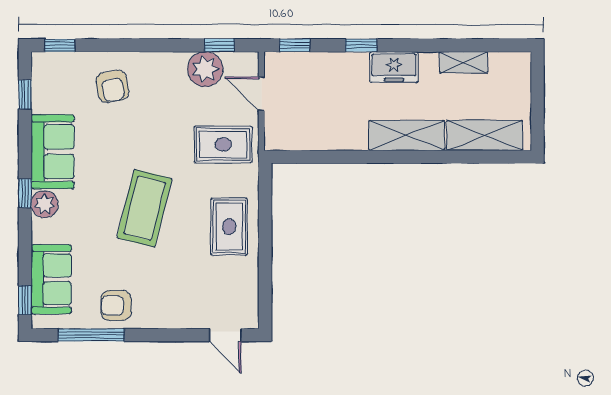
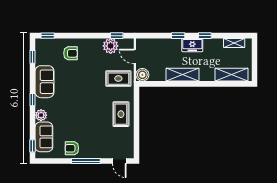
window: (295, 45) -> (205, 36), moved
shelving: (463, 62) -> (234, 43), moved
armchair: (112, 86) -> (70, 53), turned -80
shelving: (407, 135) -> (183, 75), moved
boiler: (279, 136) -> (142, 75), added
plant: (45, 204) -> (41, 115), moved
coffee table: (144, 208) -> (84, 106), removed
window: (91, 335) -> (86, 161), moved

